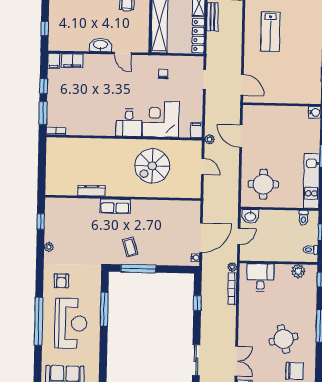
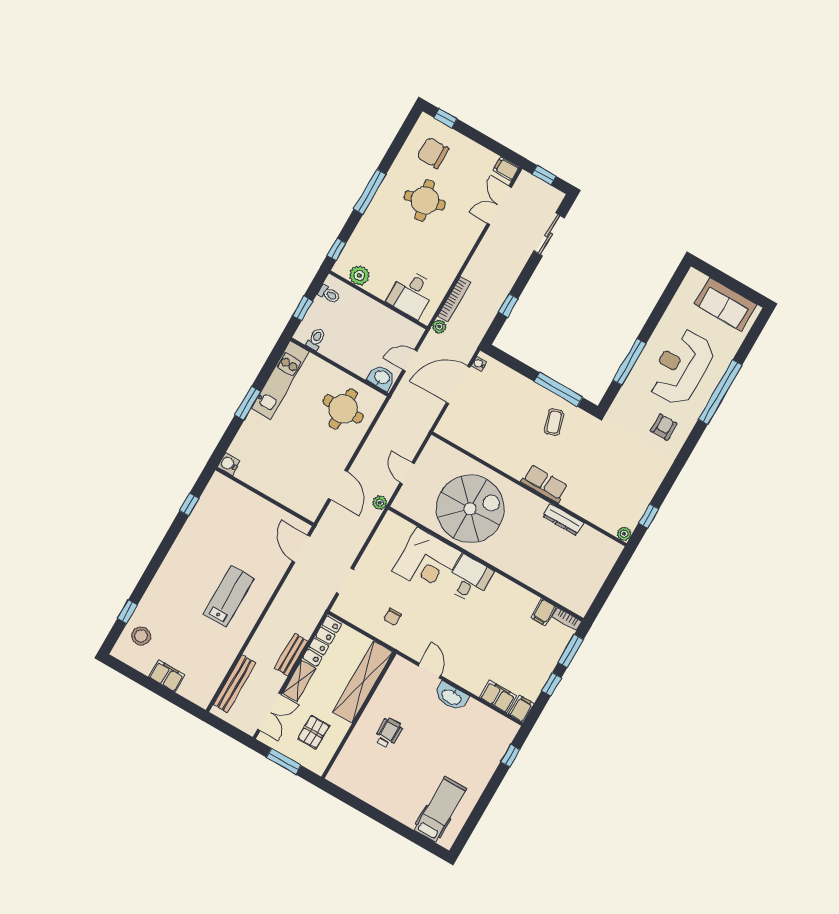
filing cabinet: (196, 130) -> (544, 612), moved
spiral stairs: (152, 166) -> (470, 509), width x1.37, depth x1.37
plant: (49, 247) -> (624, 534), moved

